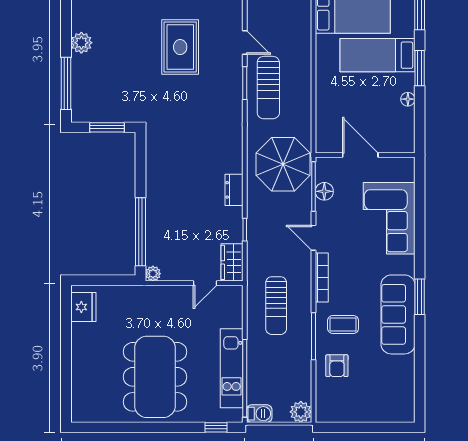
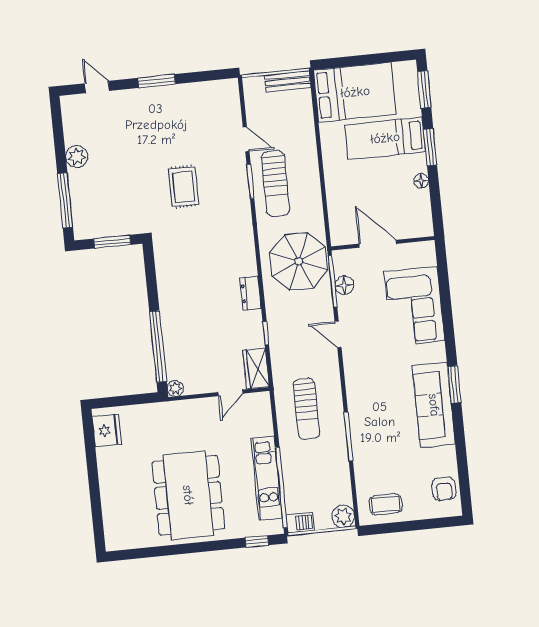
rug: (180, 47) -> (184, 187), moved, width x0.73, depth x0.70
bookcase: (322, 278) -> (351, 375), removed
coffee table: (343, 324) -> (386, 504), moved
armchair: (337, 366) -> (444, 489), moved

